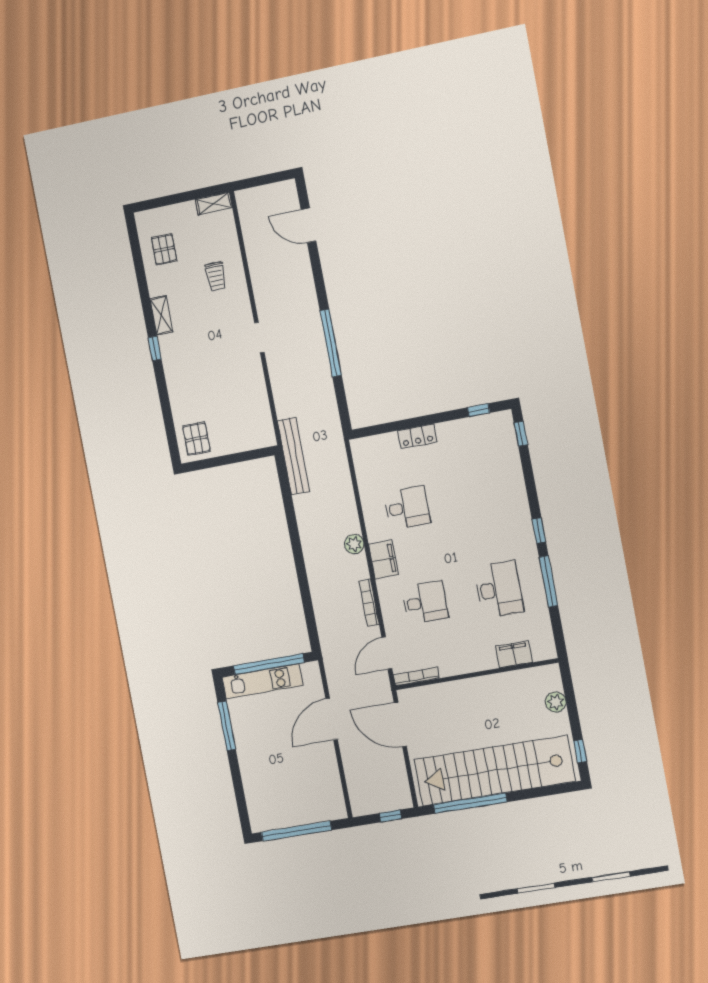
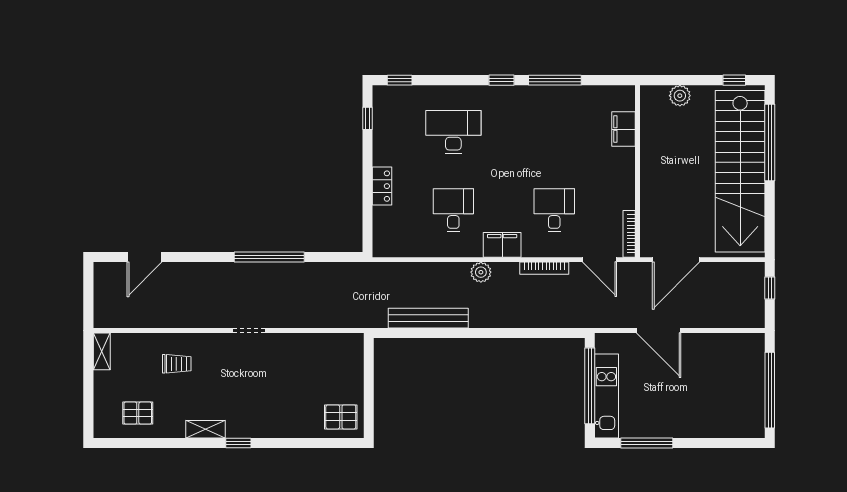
bench: (293, 456) -> (428, 318), moved
desk: (499, 589) -> (453, 132), moved
window: (470, 803) -> (770, 143), moved

